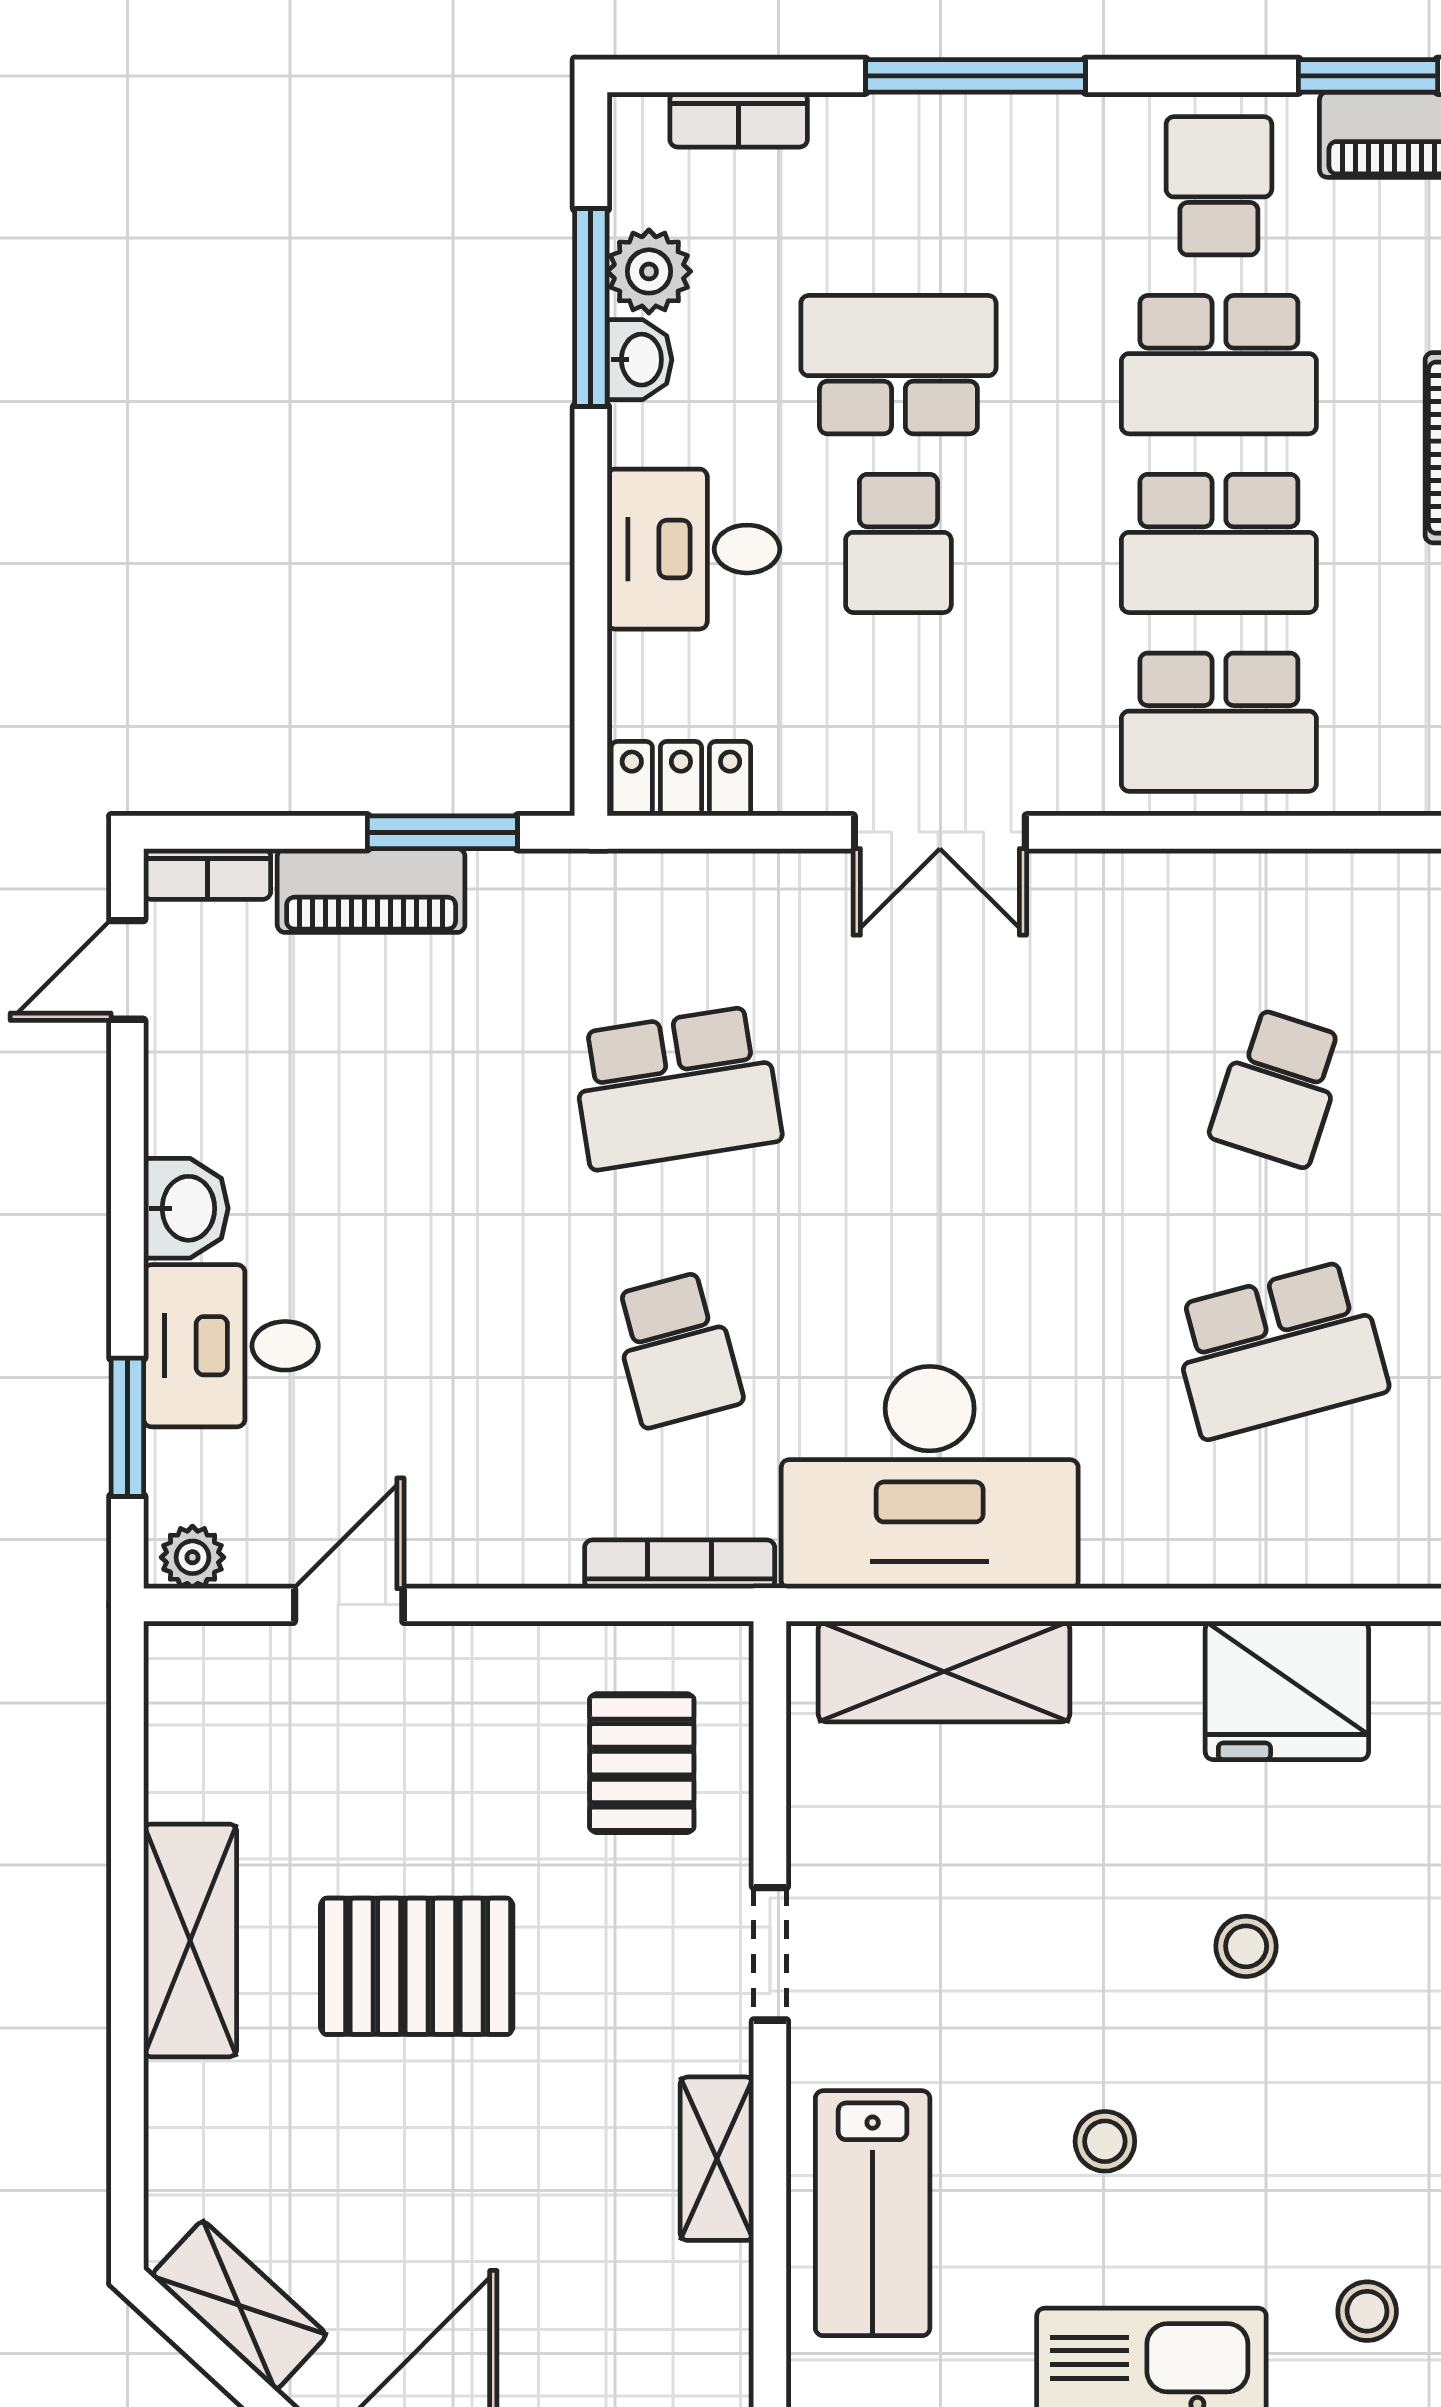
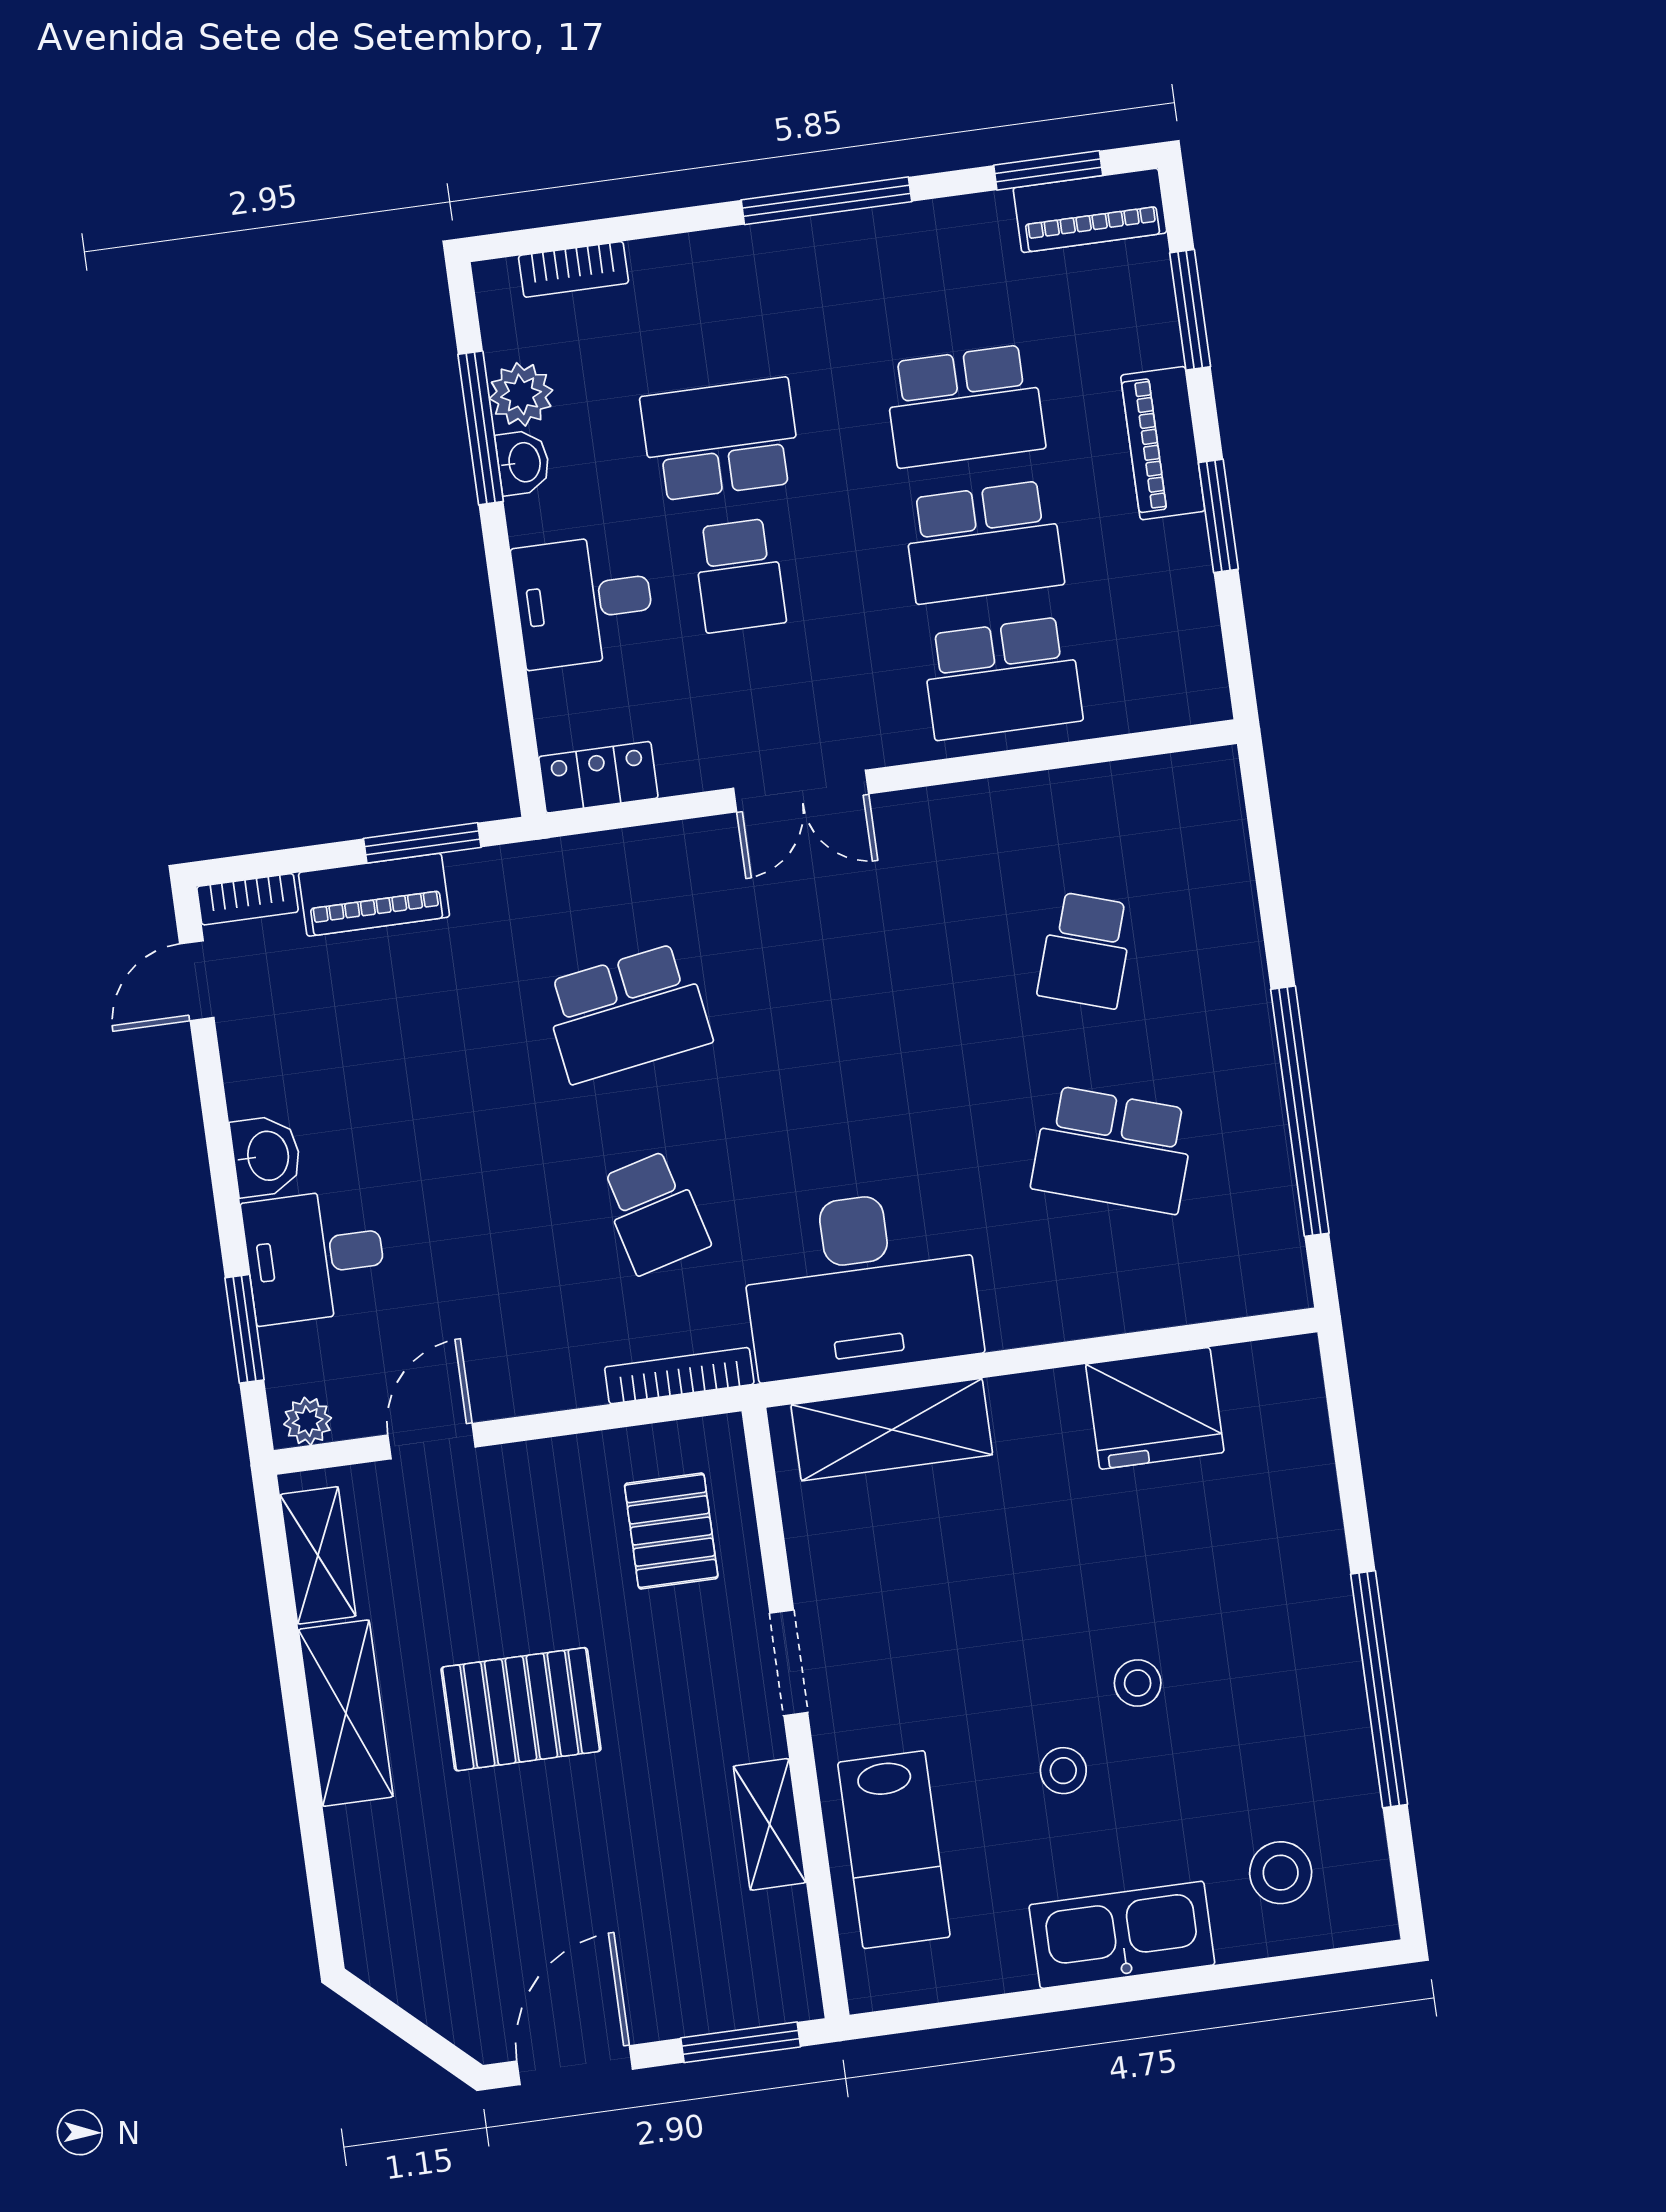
window: (976, 76) -> (826, 201), moved
school desk: (1219, 186) -> (946, 270), removed
school desk: (1279, 1349) -> (1113, 1150), turned 33
stool: (1246, 1946) -> (1138, 1683), moved
shelving: (239, 2305) -> (318, 1555), moved, turned 47
stool: (1367, 2311) -> (1281, 1873), width x1.37, depth x1.37

